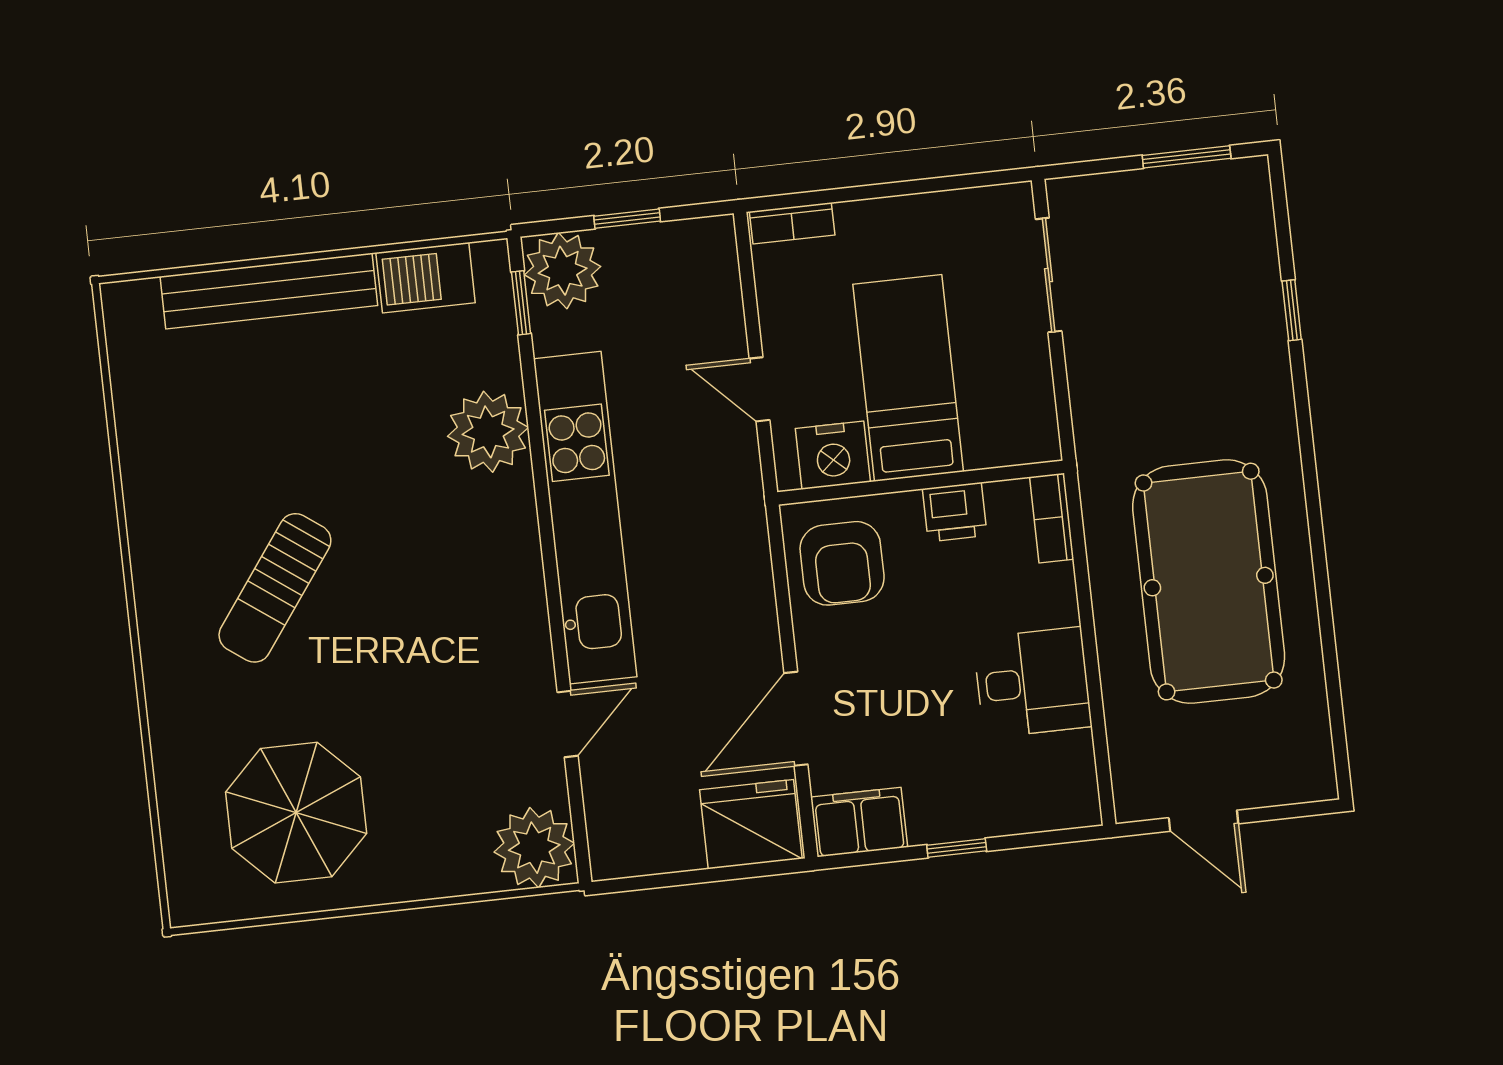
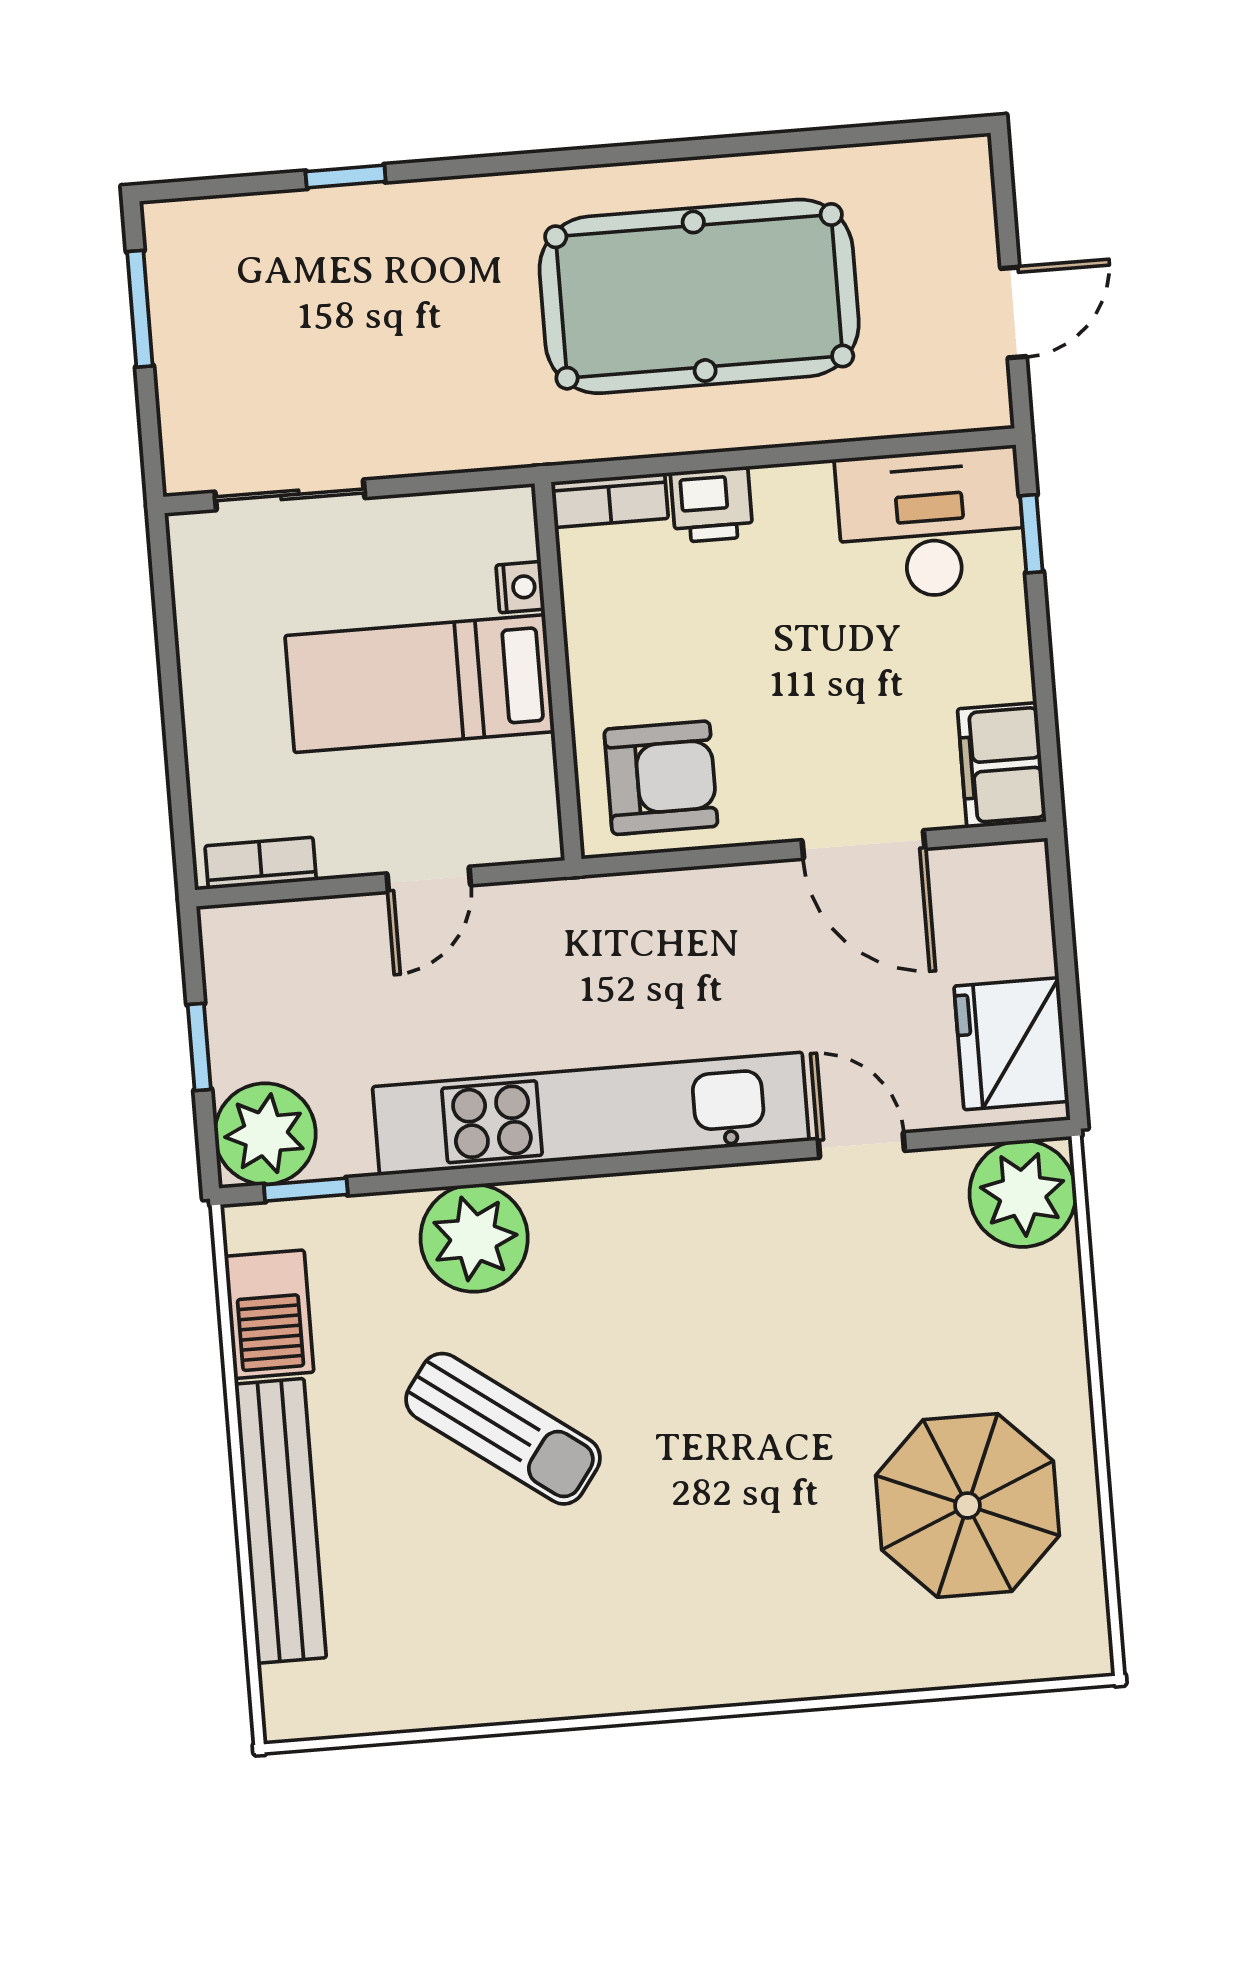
bookcase: (792, 223) -> (261, 863), moved, turned -90
nightstand: (833, 455) -> (520, 587), moved, width x0.53, depth x0.56
printer: (955, 512) -> (712, 505), moved, turned 90
sun lounger: (275, 588) -> (503, 1429), moved
desk: (1032, 682) -> (931, 523), moved, width x1.37
fridge: (751, 824) -> (1011, 1044), moved
window: (957, 848) -> (1031, 534), moved

